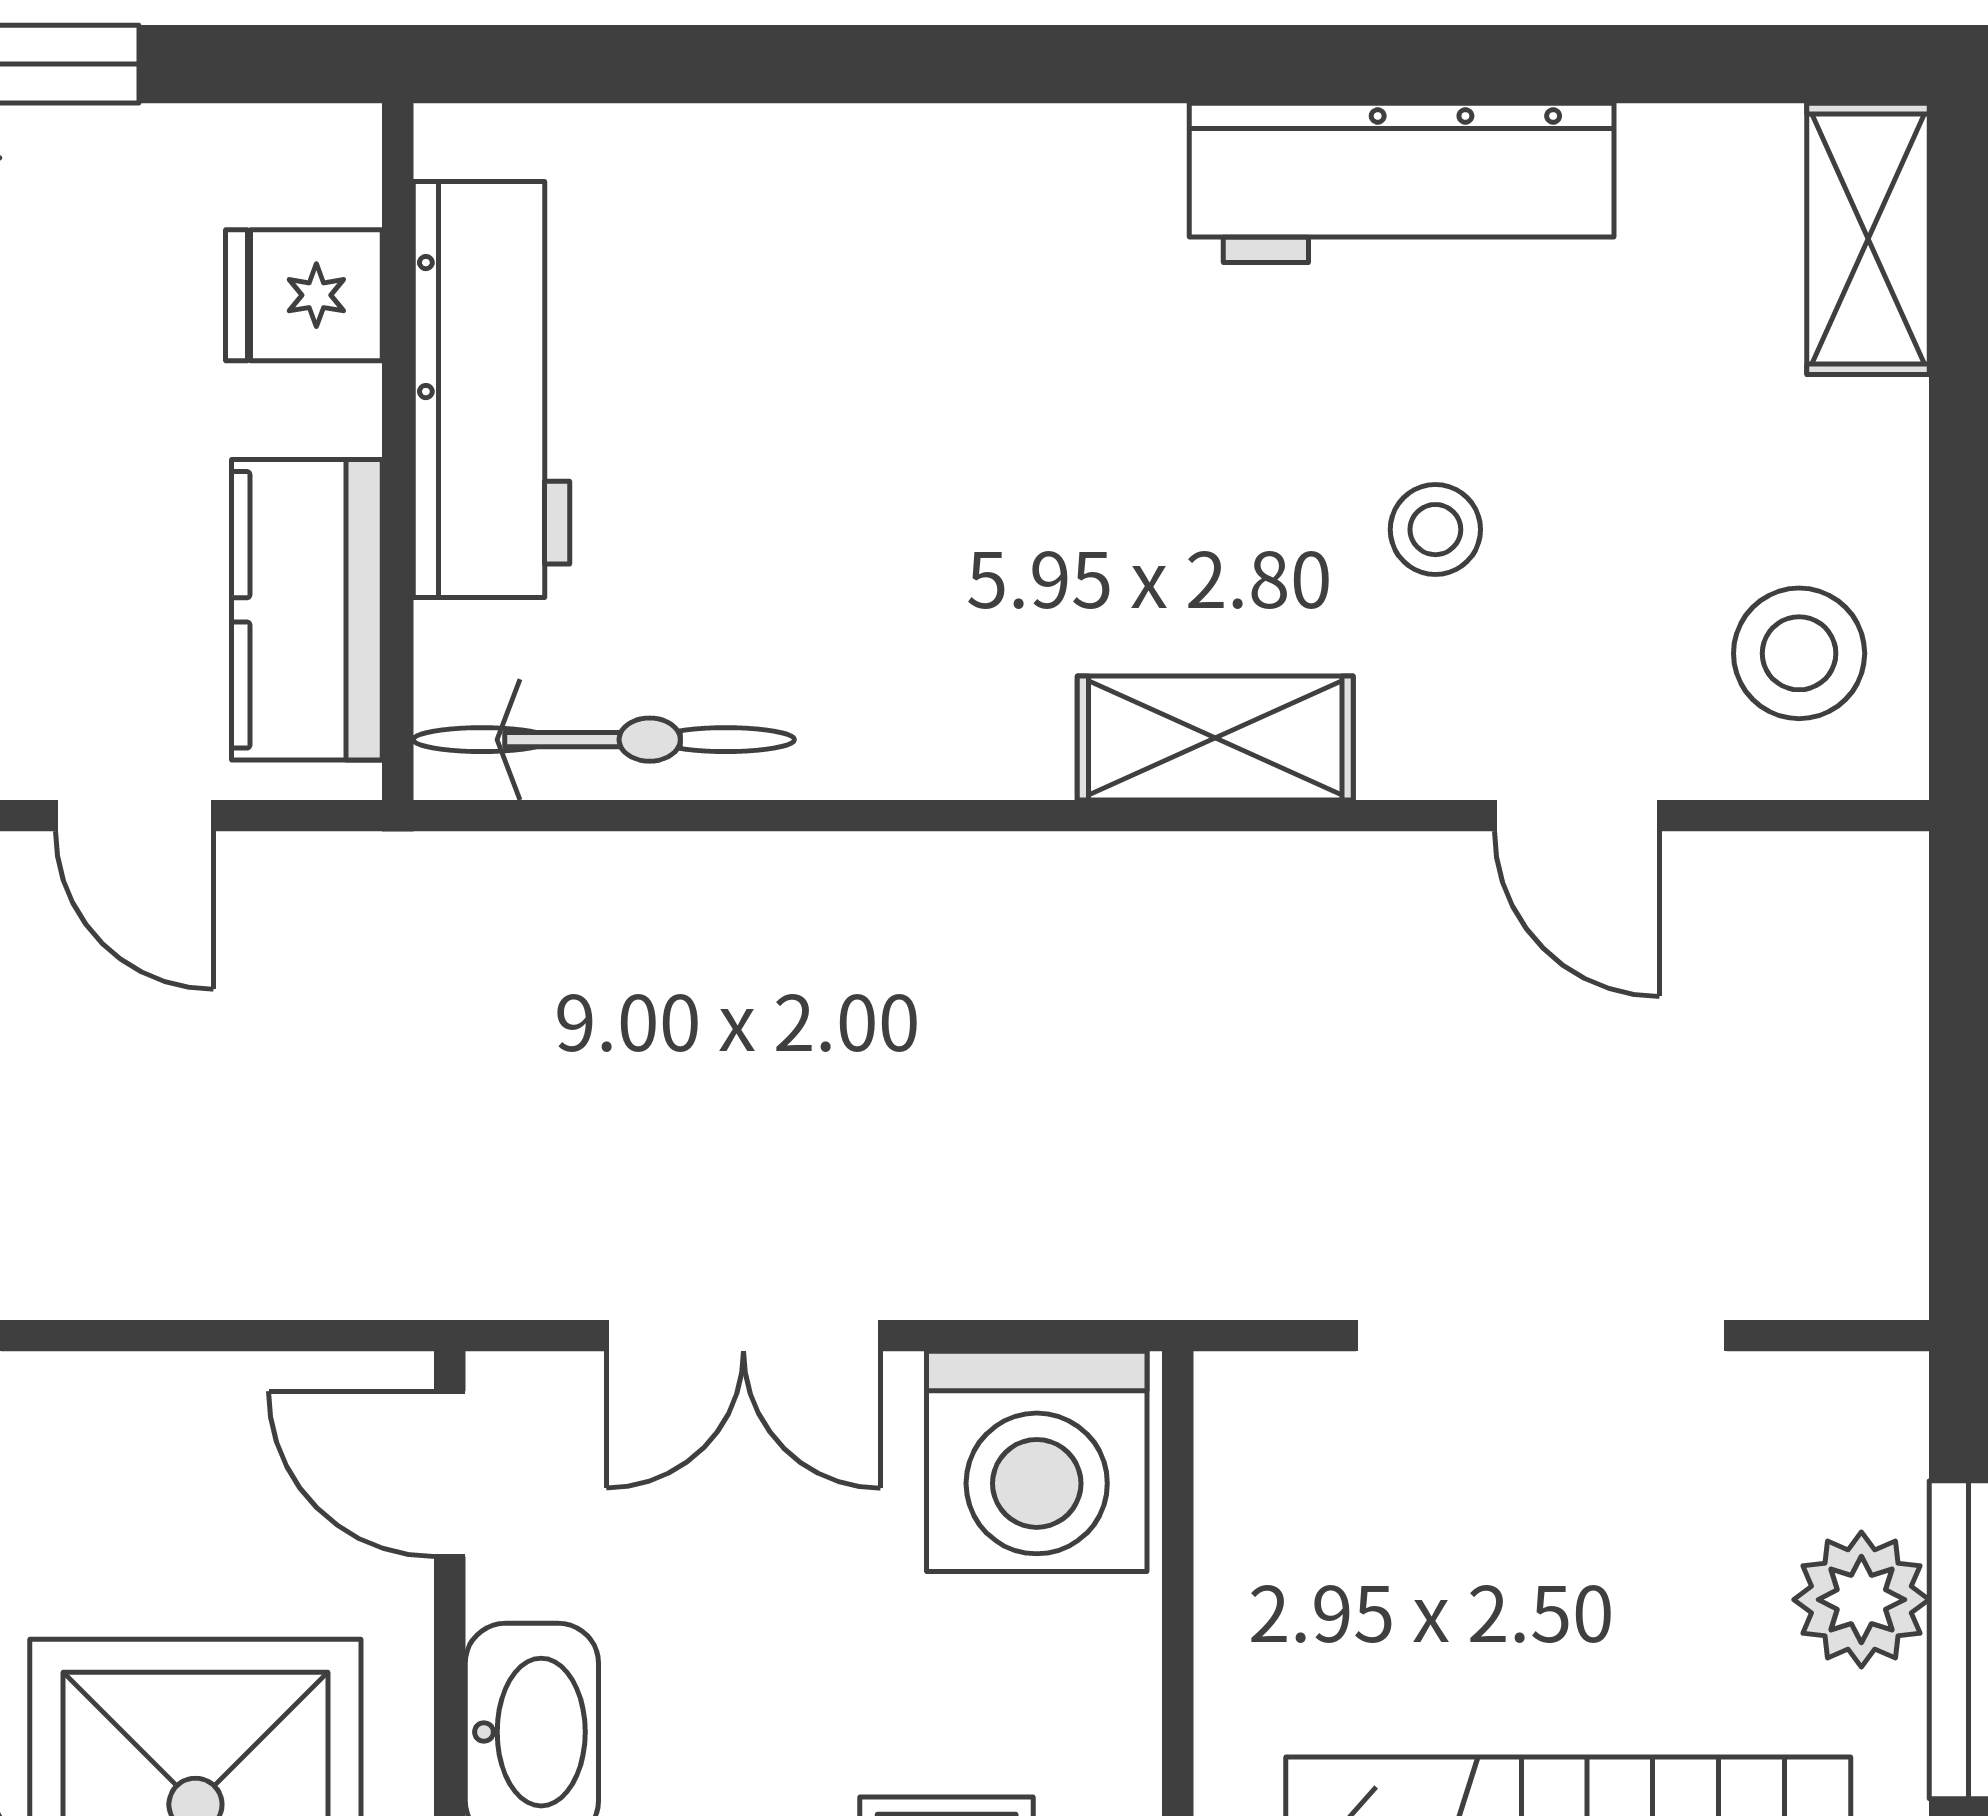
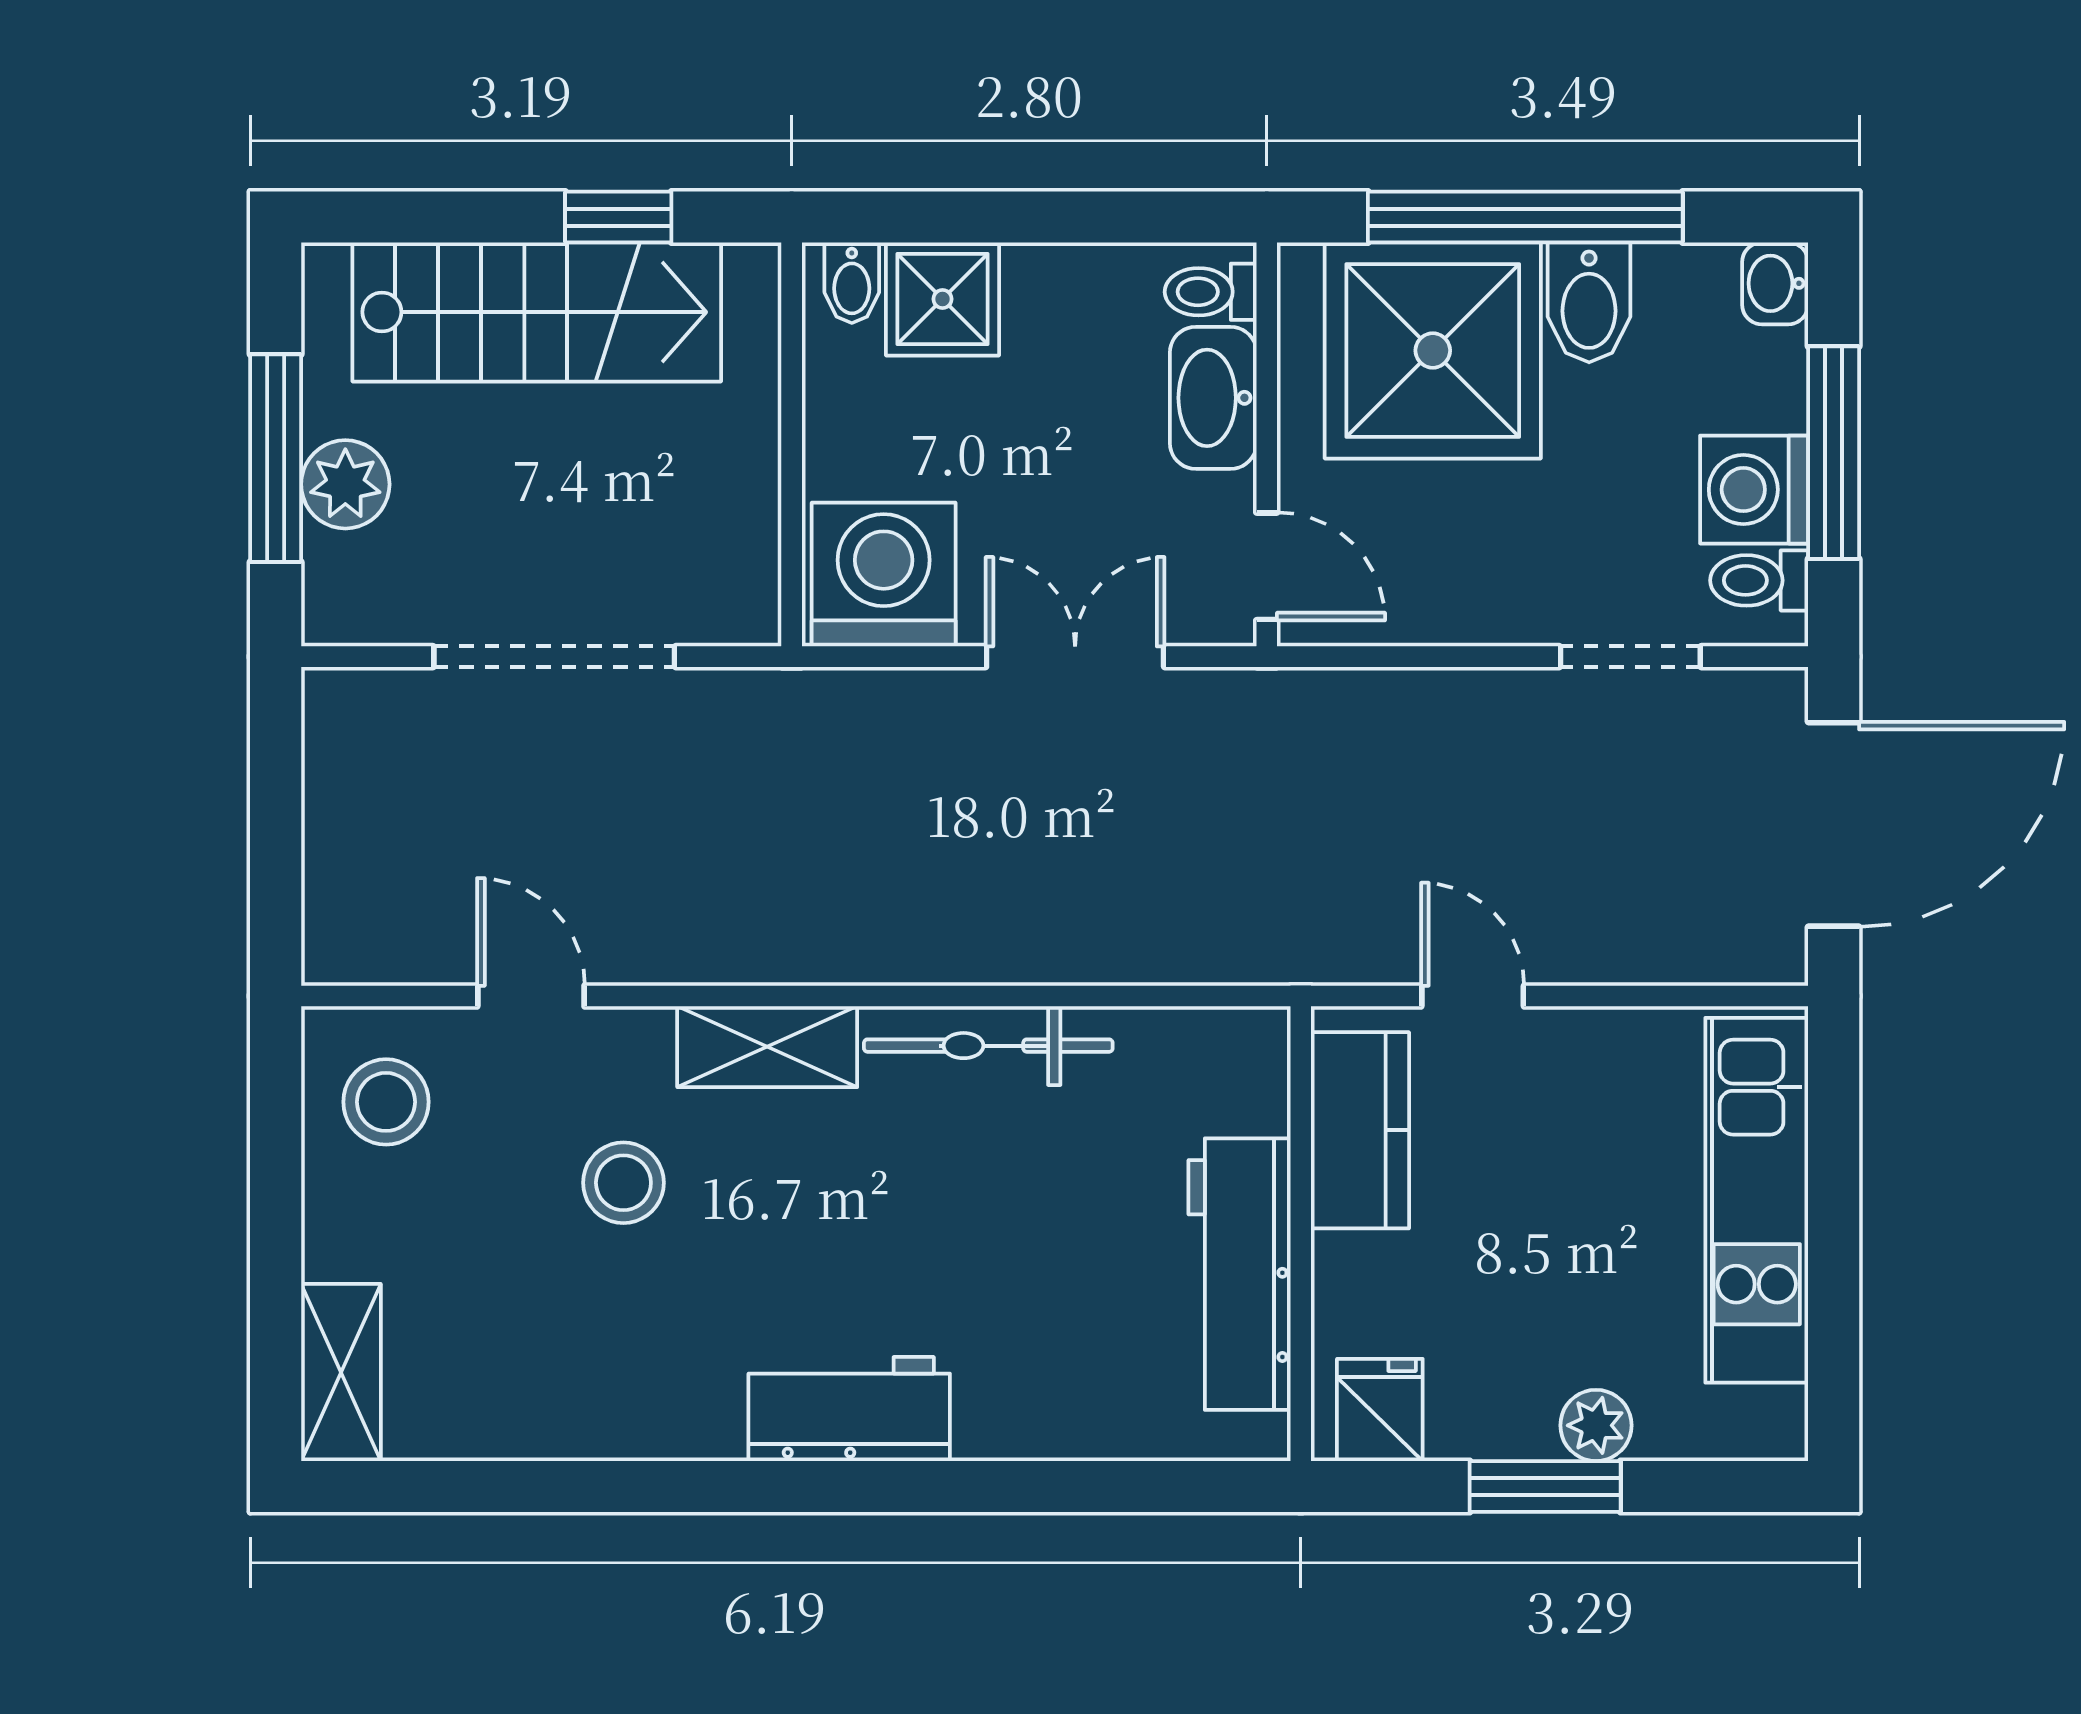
workbench: (1402, 183) -> (849, 1409), moved, width x0.73
fridge: (304, 295) -> (1380, 1410), moved, turned -90
stool: (1435, 530) -> (623, 1183), width x1.37, depth x1.37
bicycle: (604, 740) -> (988, 1046), moved

